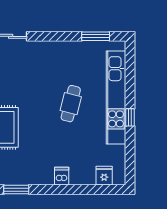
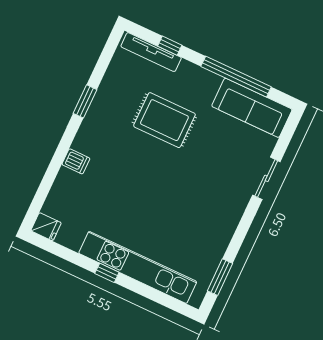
cafe table: (71, 104) -> (155, 211), removed
fridge: (104, 176) -> (46, 227), moved

